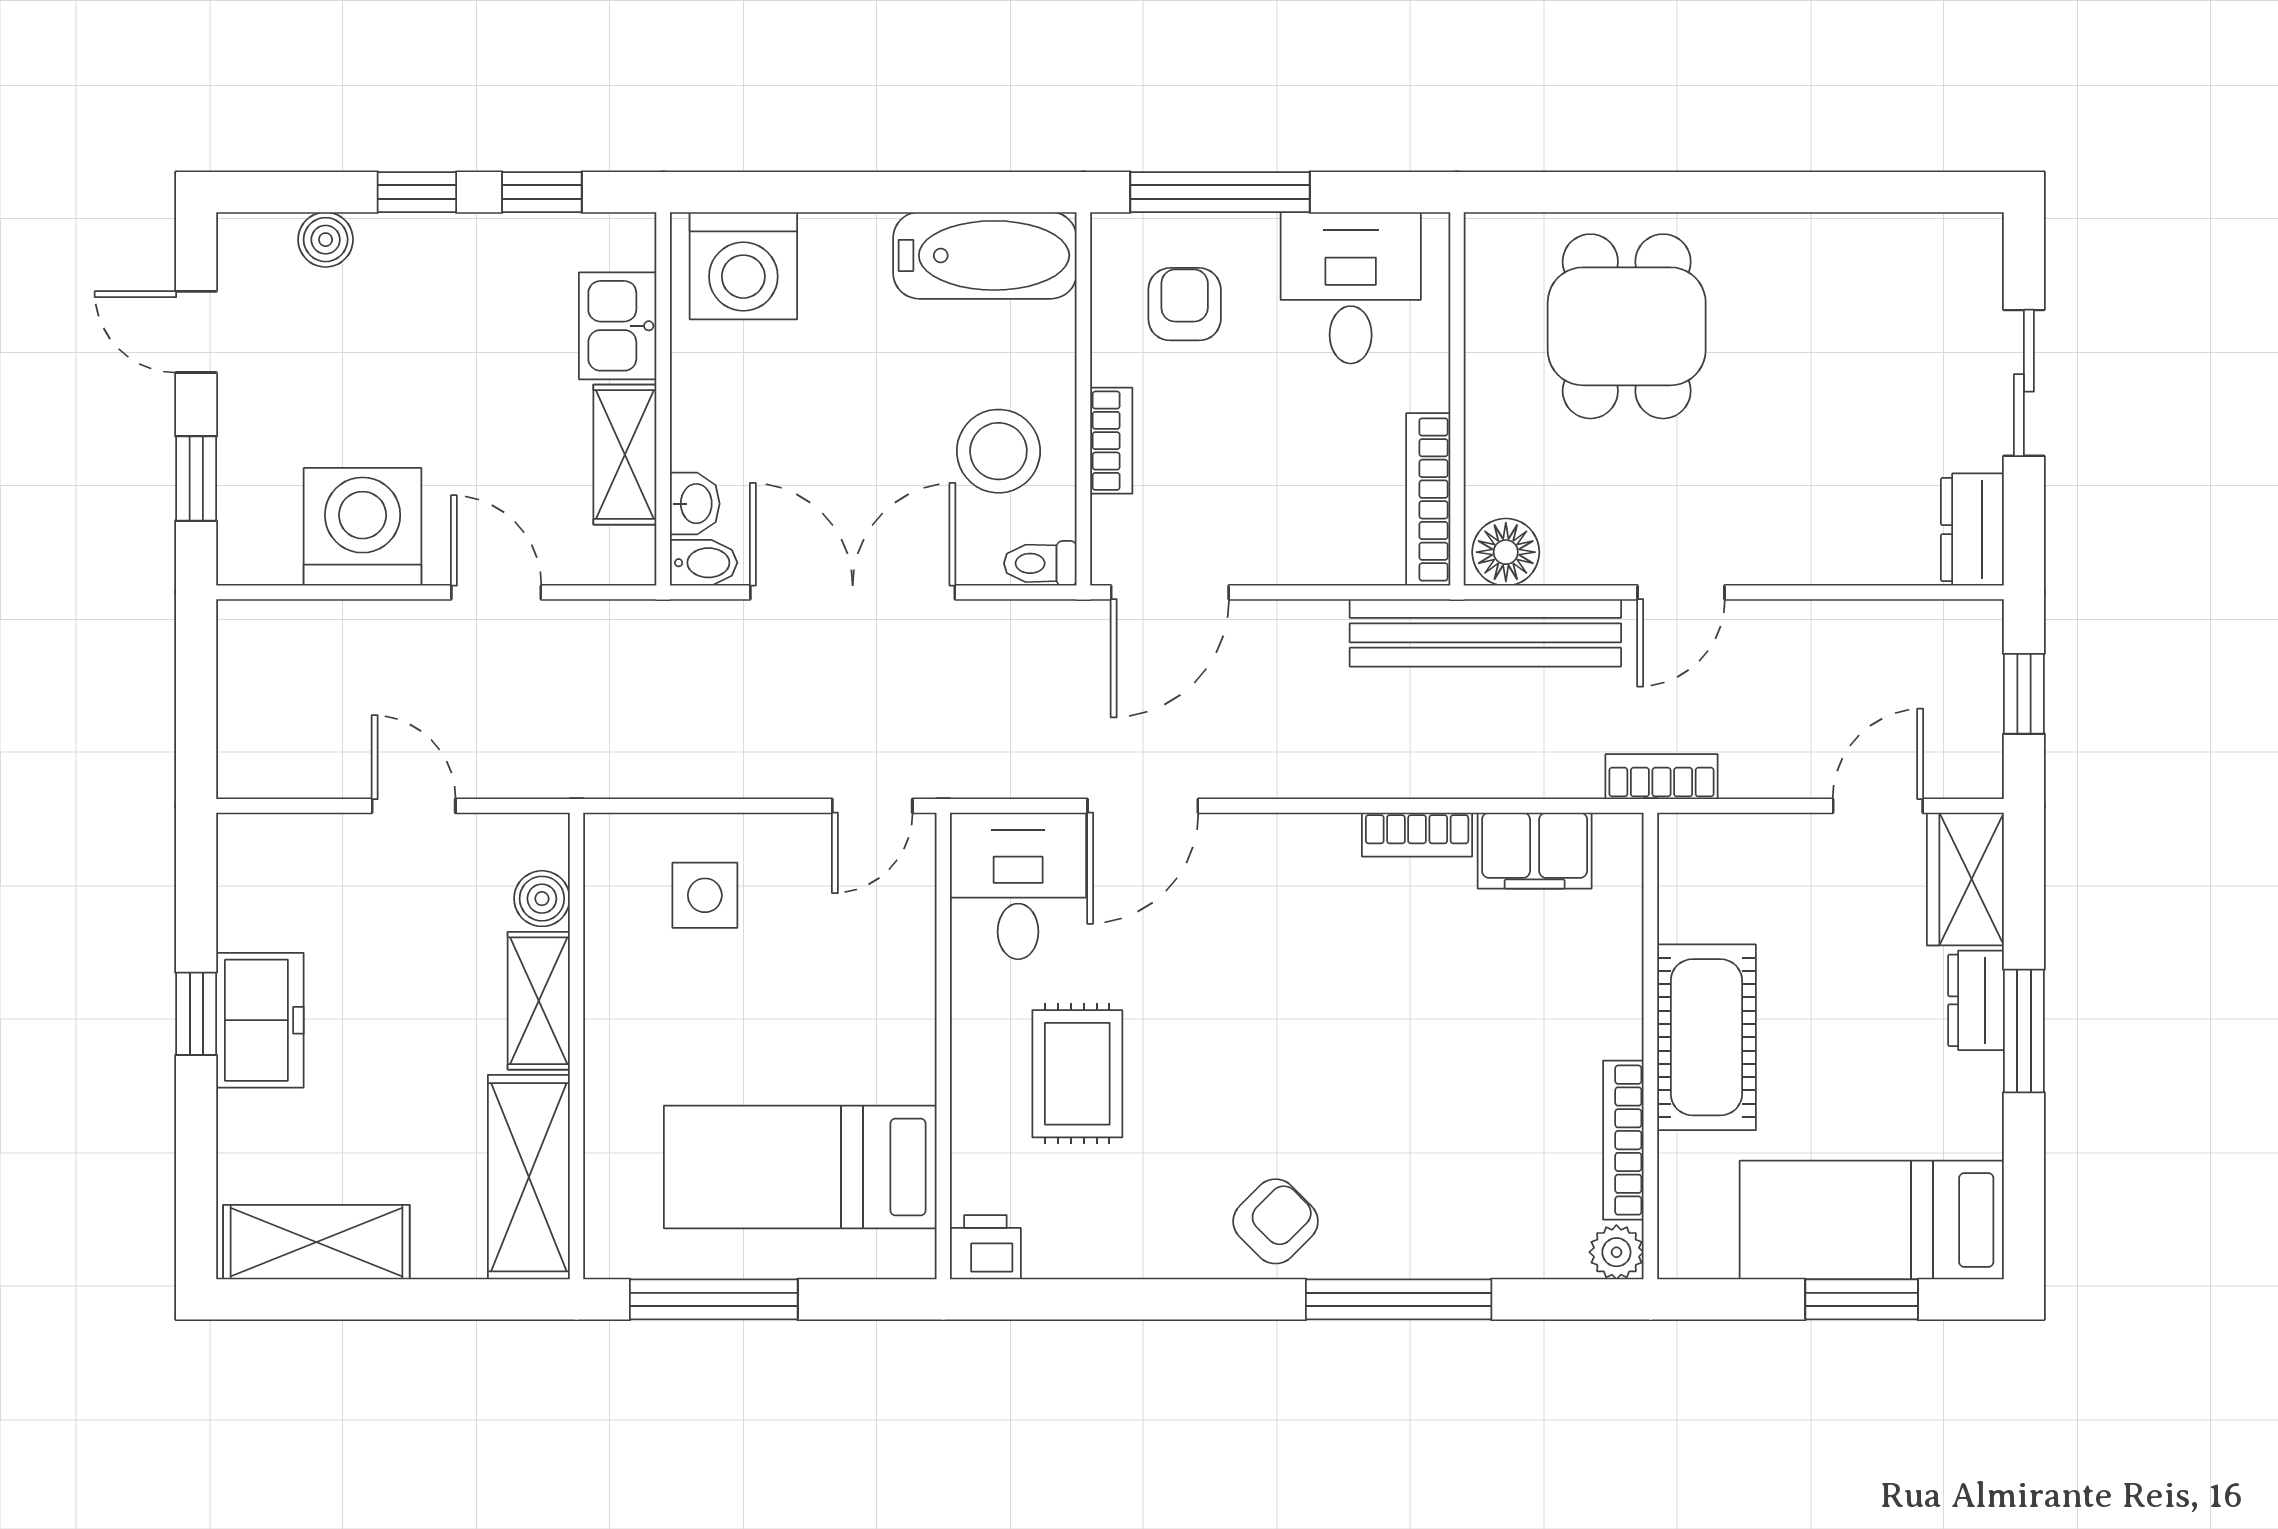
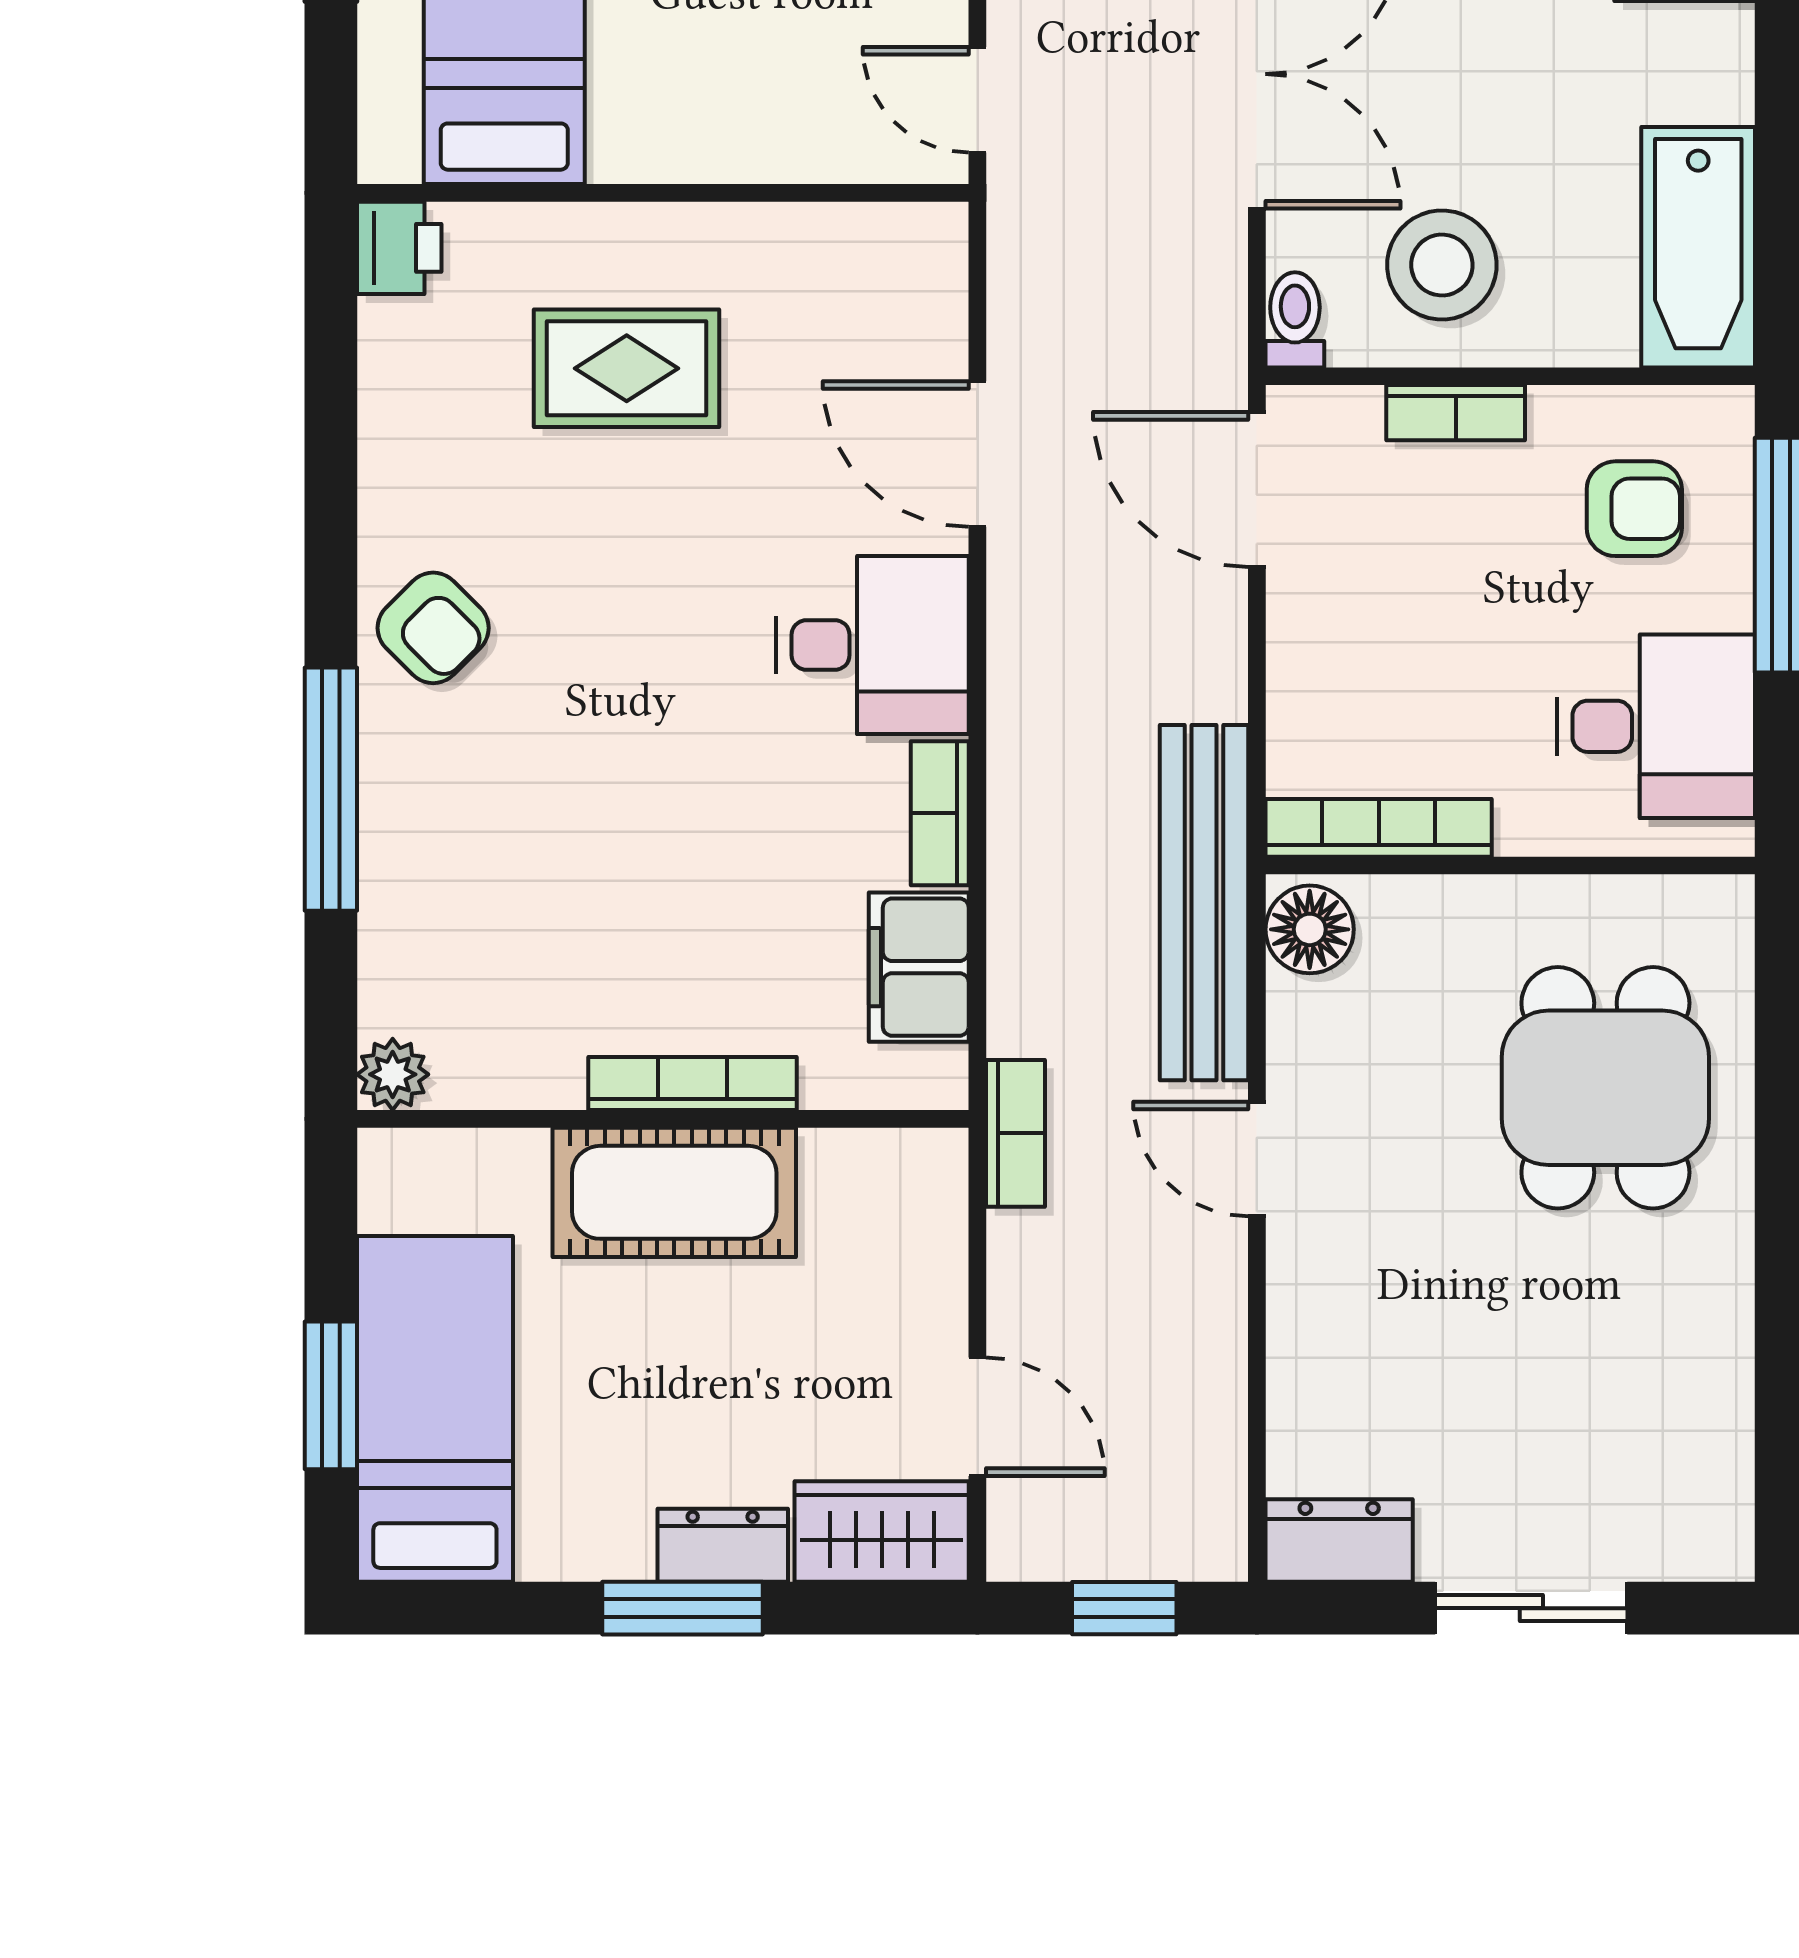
dining table: (1627, 326) -> (1605, 1088), turned 90
desk: (1018, 886) -> (872, 645), moved
bookcase: (1623, 1140) -> (692, 1083), moved

